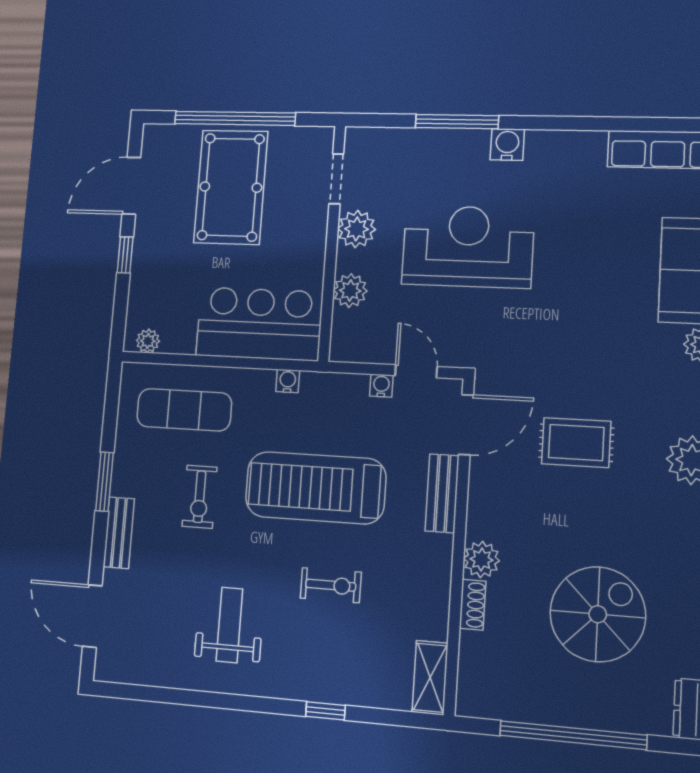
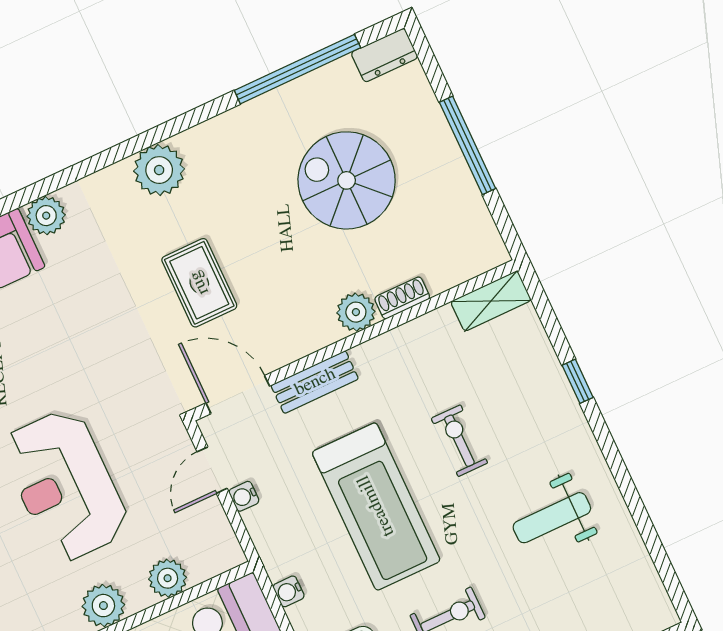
window: (573, 735) -> (468, 145), width x0.68

